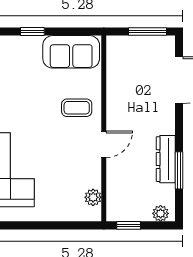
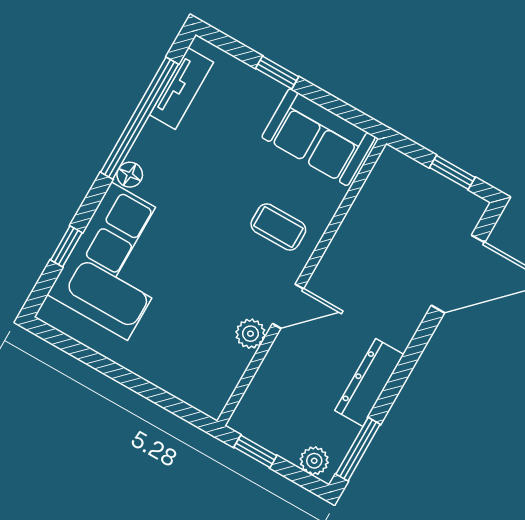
window: (147, 31) -> (452, 172), width x0.67
window: (179, 170) -> (358, 449), moved
plant: (93, 197) -> (250, 334), moved

